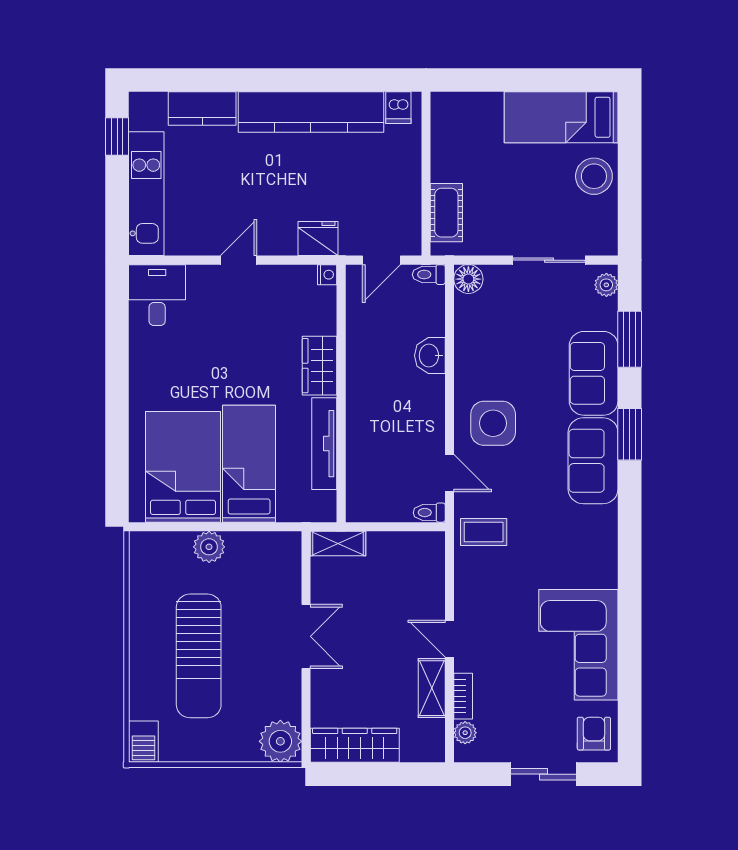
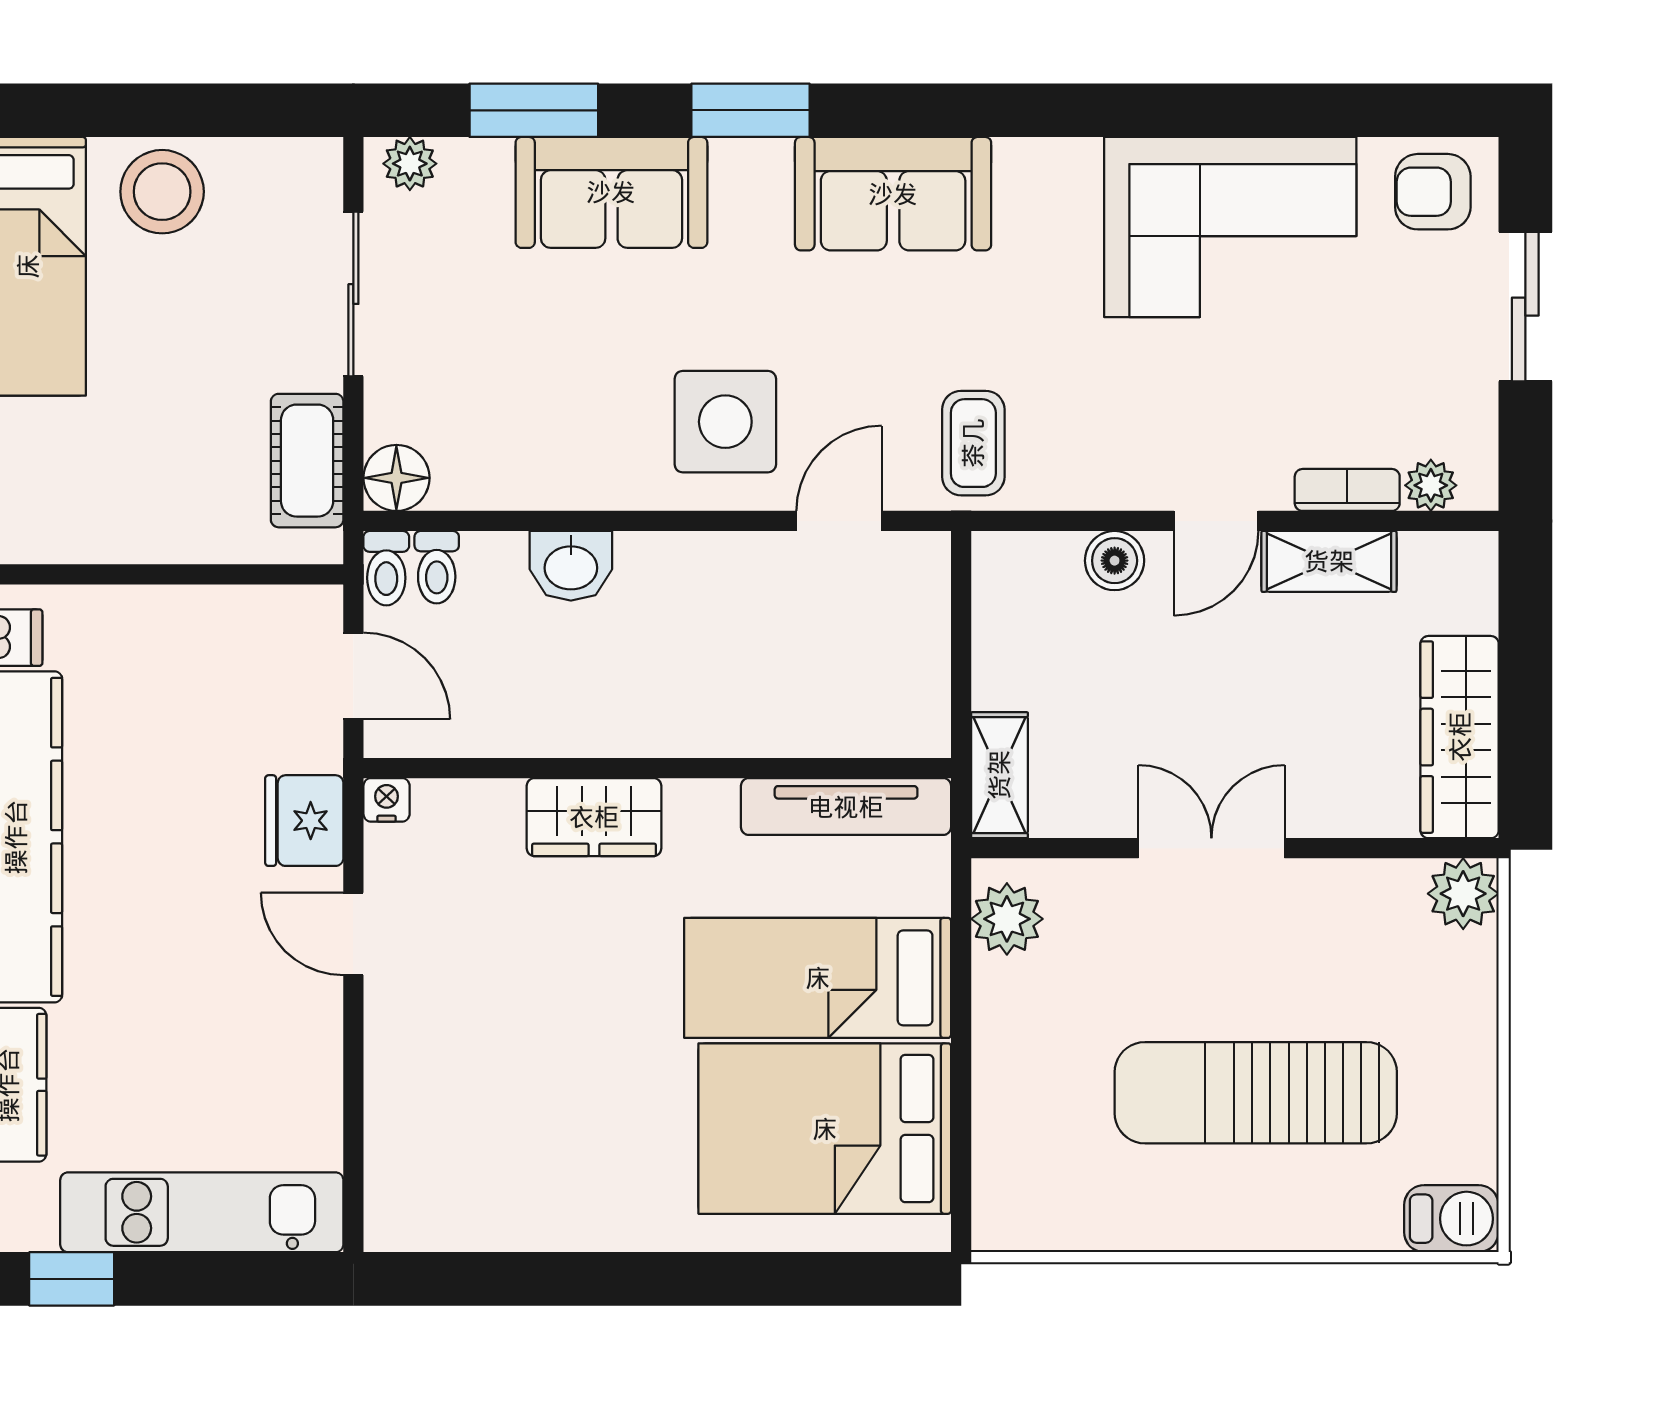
cot: (446, 213) -> (307, 461), moved, turned 90
door: (239, 260) -> (353, 934), moved
desk: (157, 295) -> (433, 1188), removed
tv unit: (324, 444) -> (846, 807), moved
sofa: (593, 461) -> (893, 194), moved
toilet: (429, 513) -> (437, 567), moved
plant: (209, 547) -> (1007, 919), moved
boiler: (432, 594) -> (1115, 561), added
sun lounger: (199, 656) -> (1256, 1093), turned 180
plant: (280, 741) -> (1463, 894), width x0.73, depth x0.73

